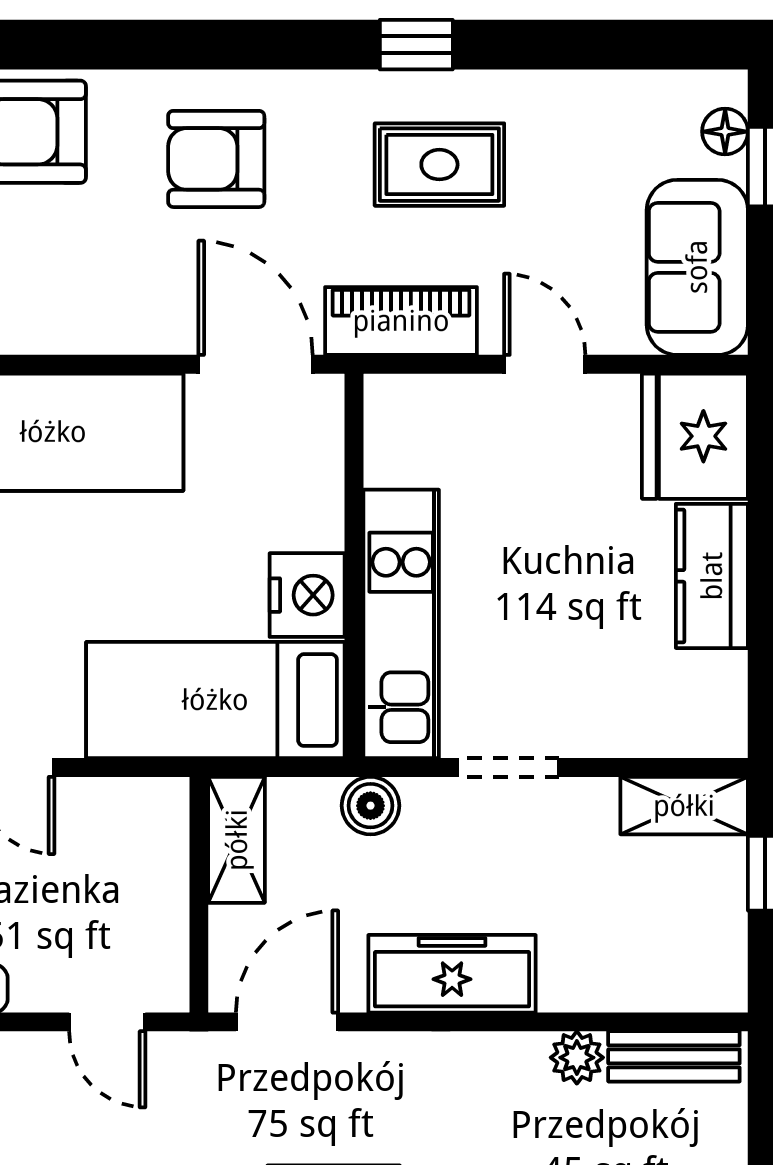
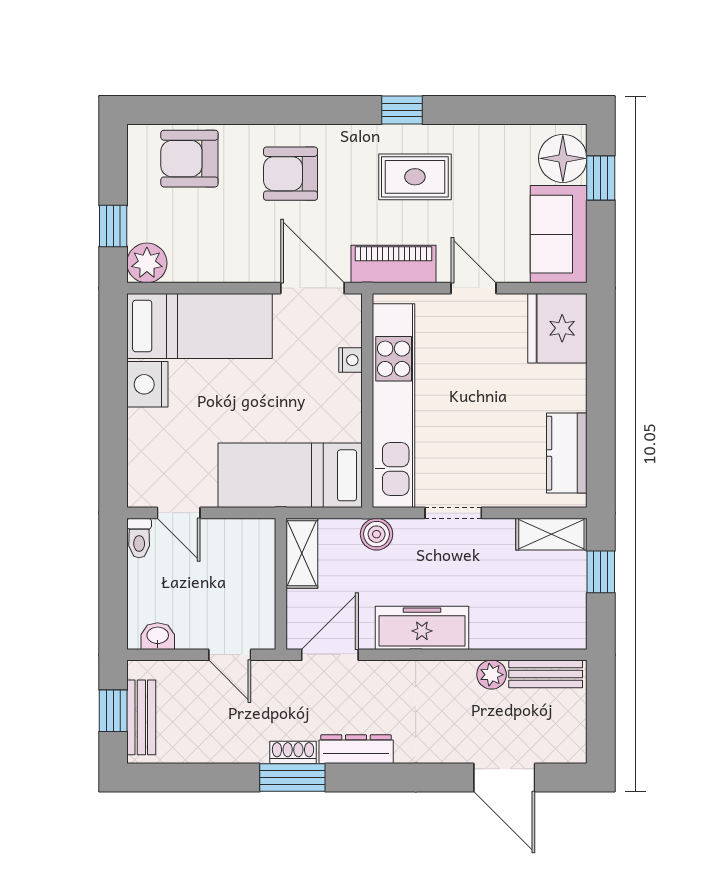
floor lamp: (725, 132) -> (563, 158), width x1.89, depth x1.89
kitchen counter: (712, 576) -> (567, 453), moved
nightstand: (307, 595) -> (350, 360), moved, width x0.53, depth x0.56
kitchen unit: (401, 624) -> (394, 406), width x1.36

